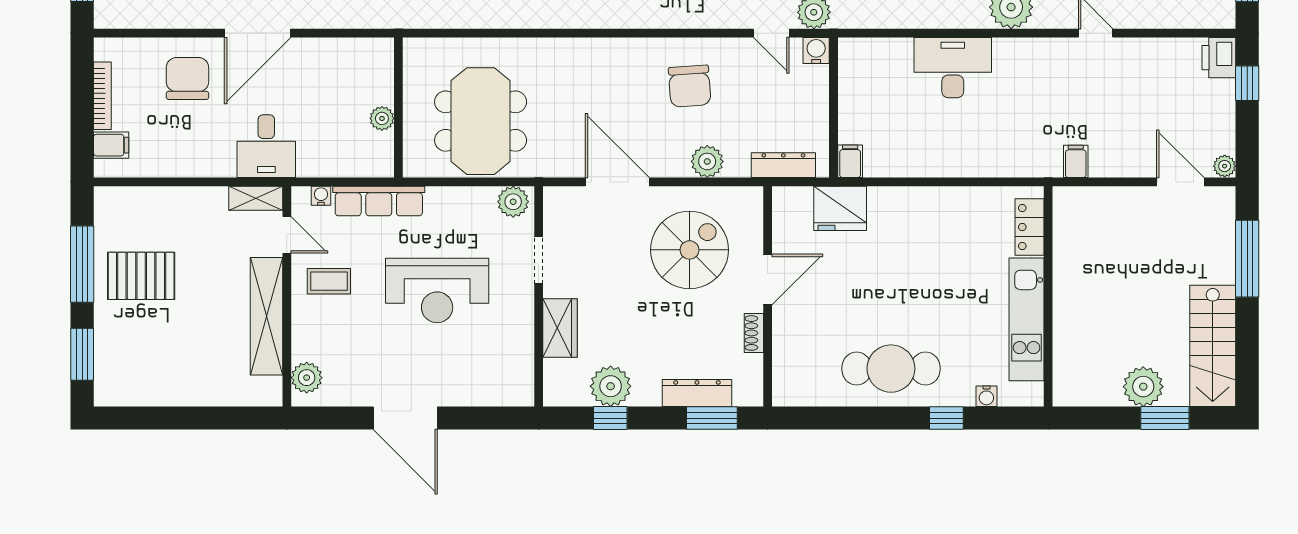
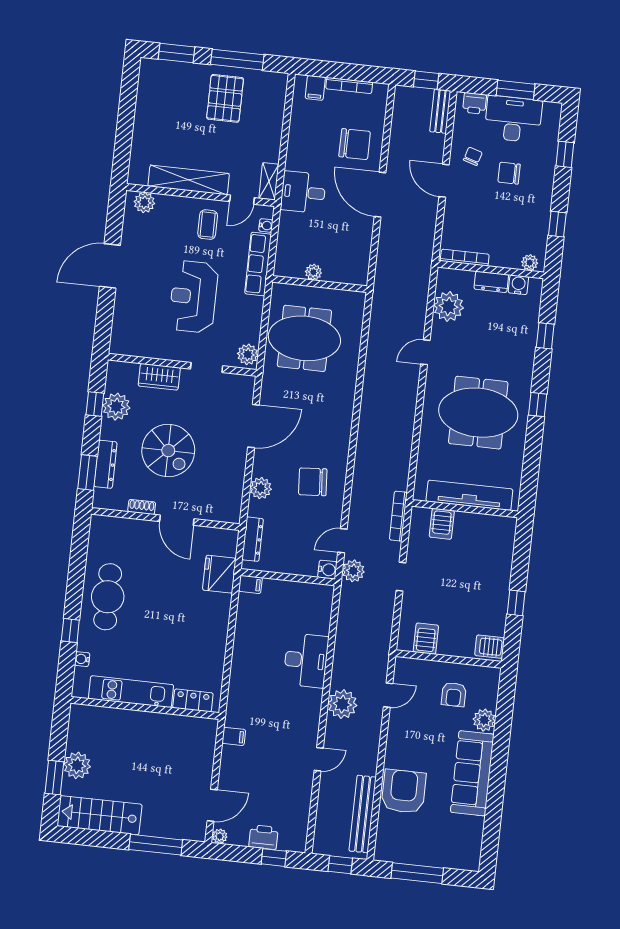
printer: (1219, 58) -> (264, 837), moved
spiral stairs: (690, 250) -> (168, 451), moved

